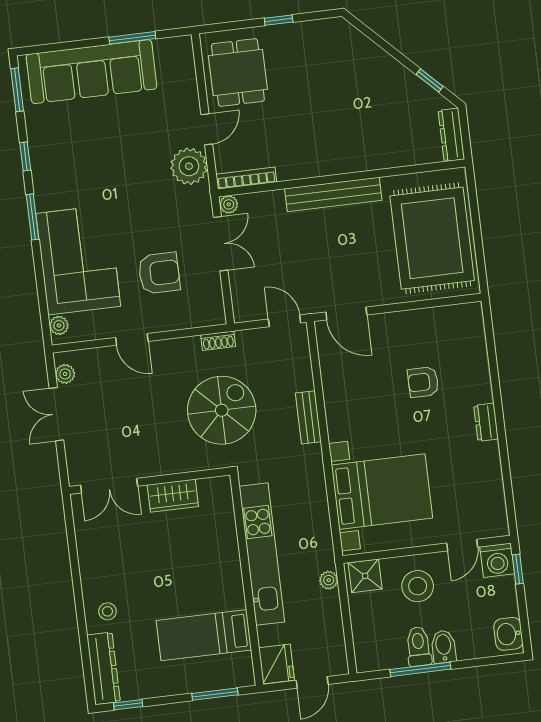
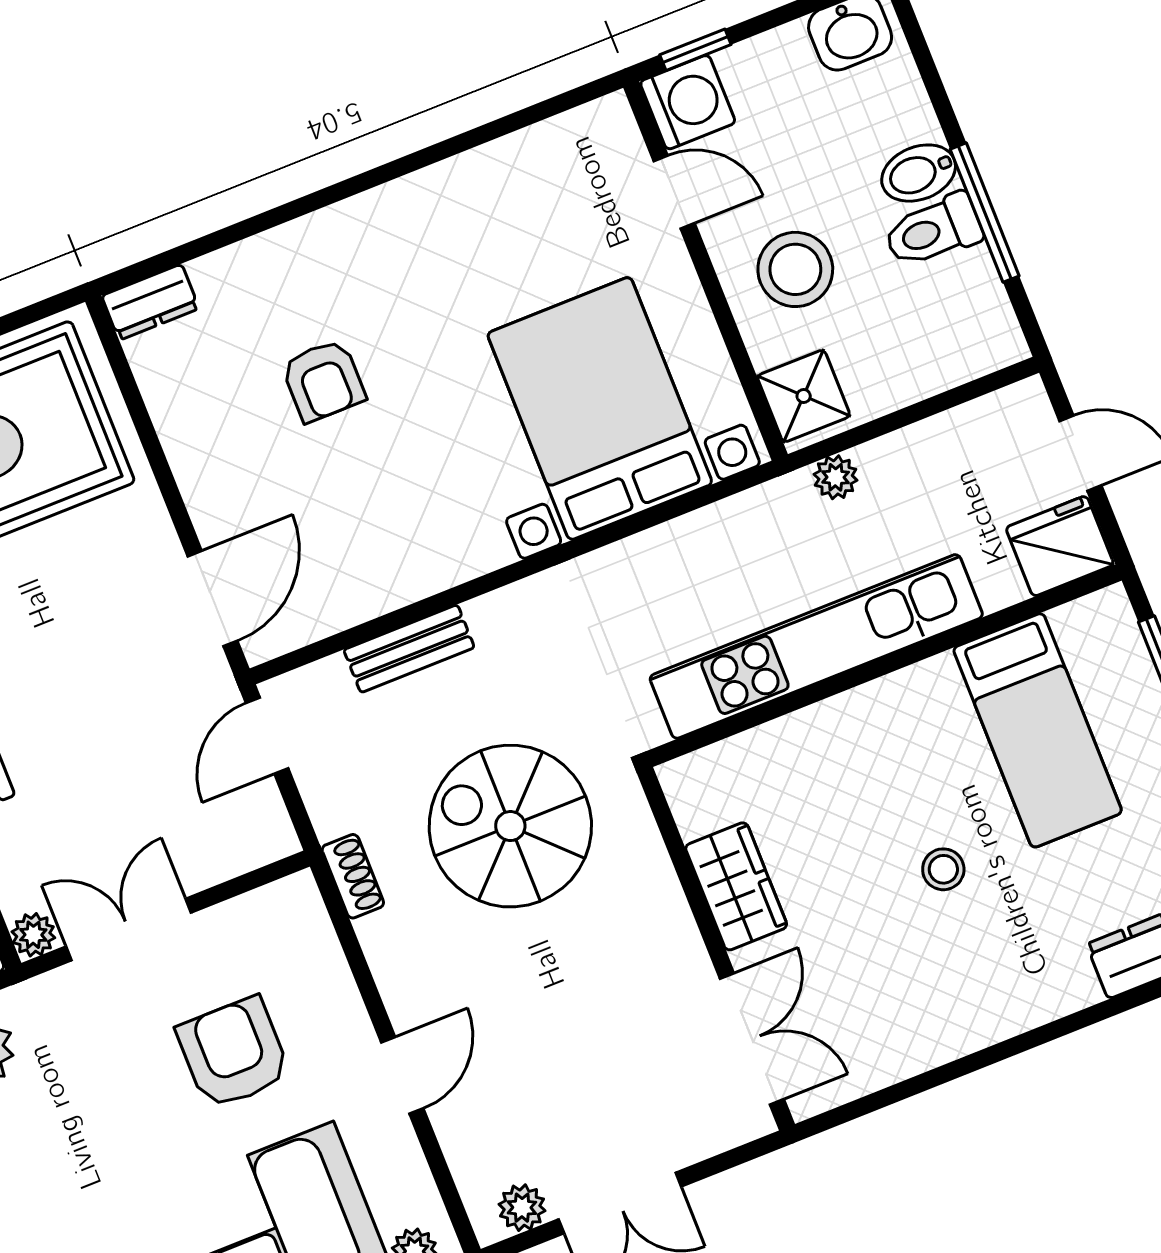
bench: (308, 417) -> (409, 649), moved
dresser: (486, 422) -> (150, 302), moved
stool: (107, 611) -> (943, 869), moved

